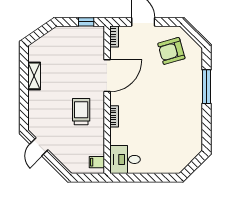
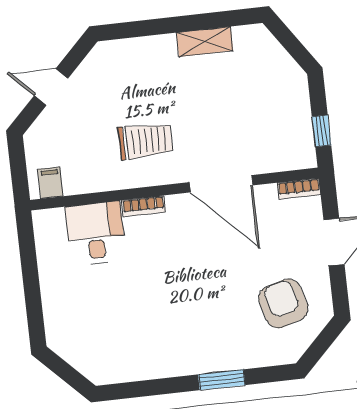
window: (206, 87) -> (222, 380), width x0.69
door: (39, 147) -> (51, 87), moved
desk: (125, 159) -> (96, 233), moved

